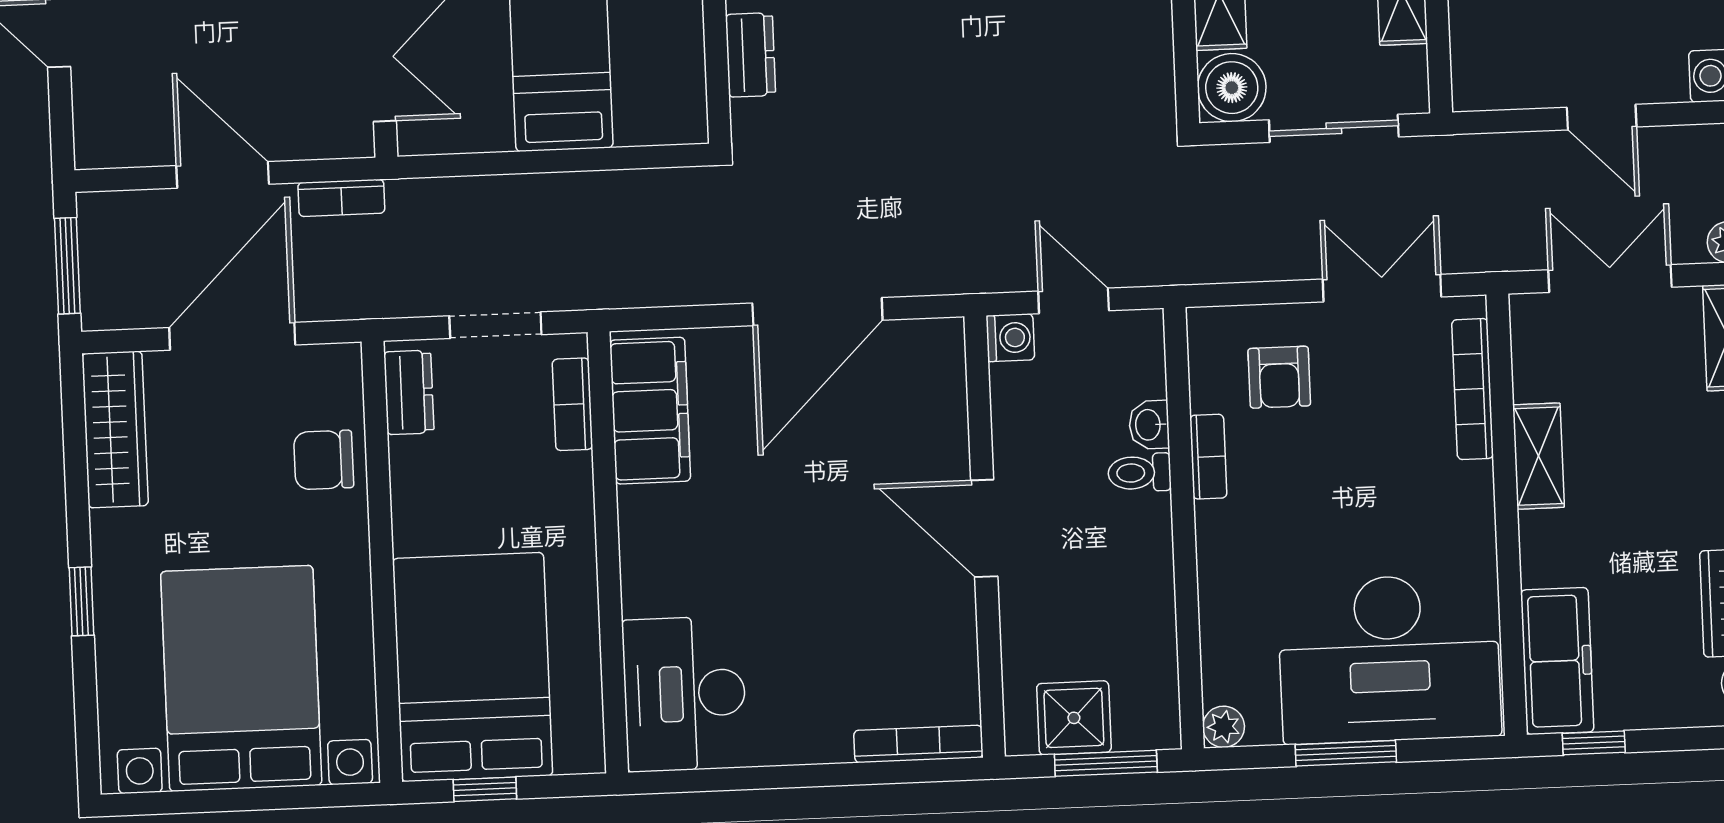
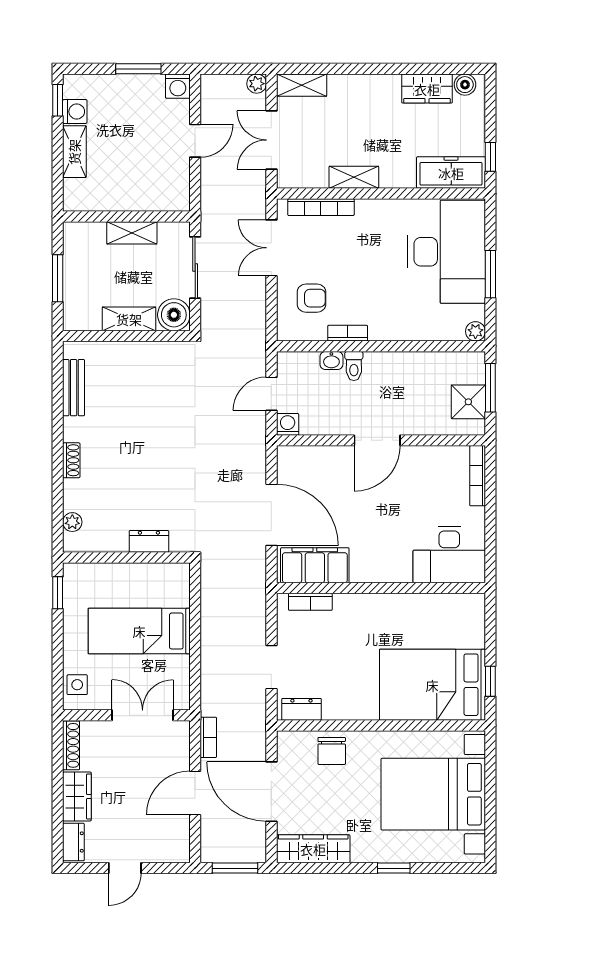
bookcase: (572, 404) -> (310, 602), moved
filing cabinet: (650, 411) -> (315, 565), moved
wall: (608, 552) -> (381, 588), moved
desk: (685, 694) -> (449, 555), moved

